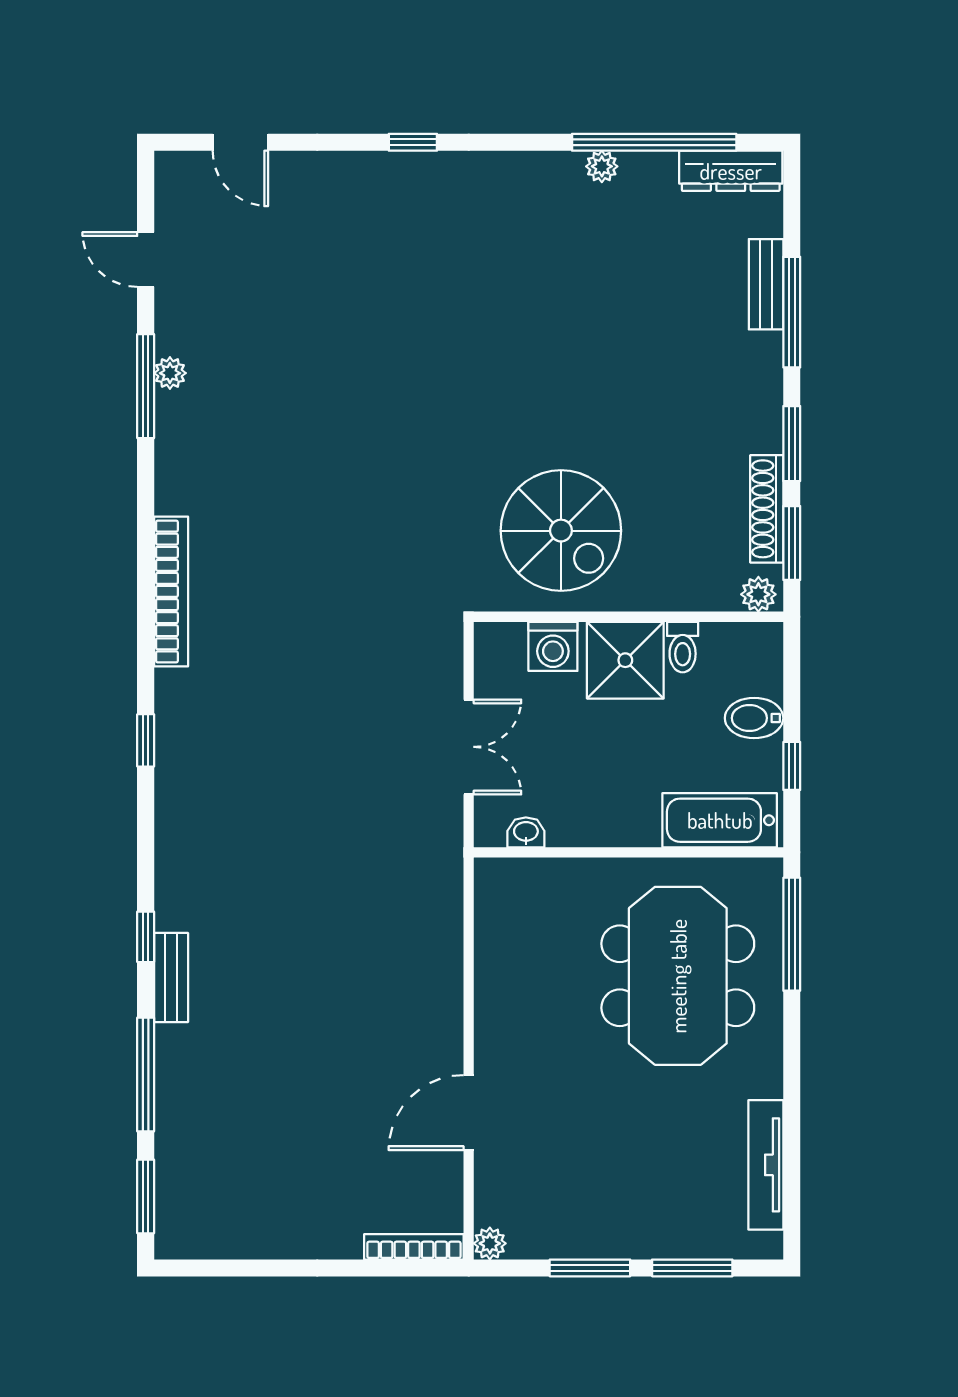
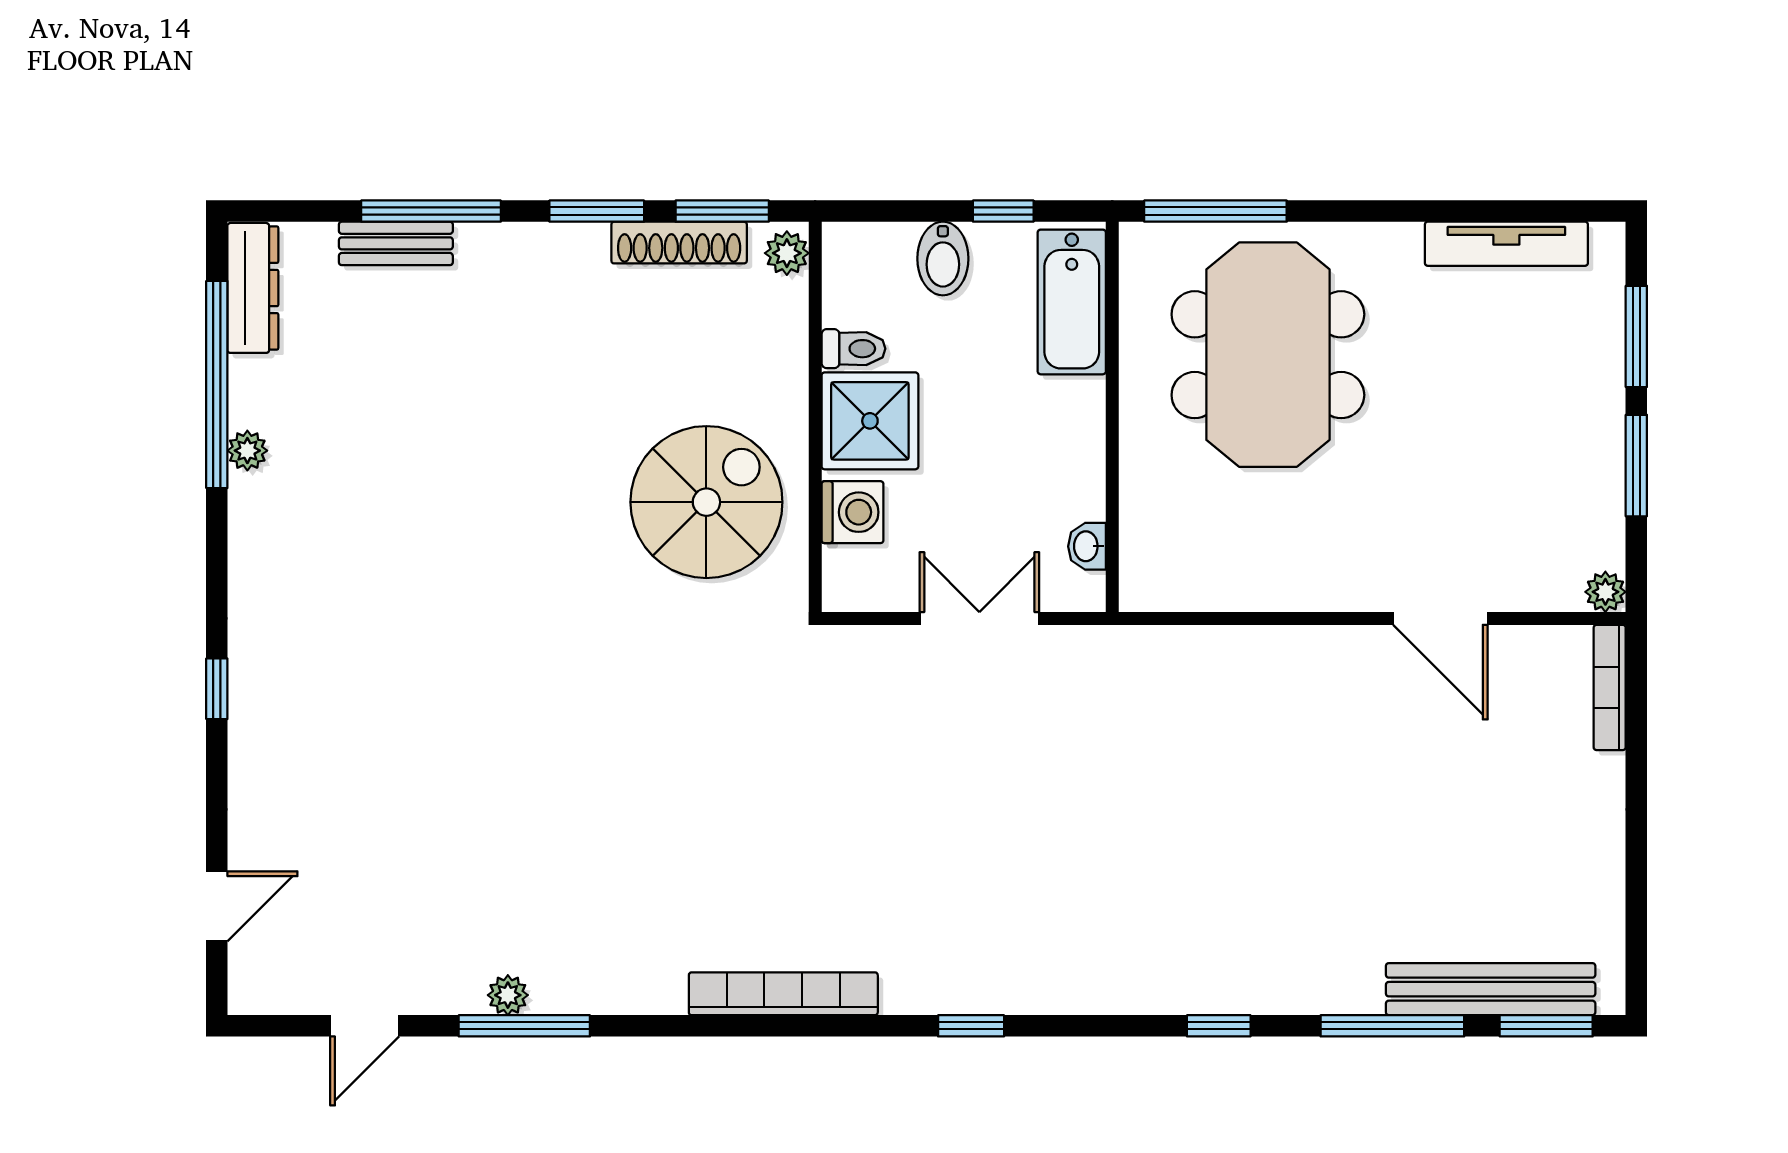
meeting table: (678, 976) -> (1268, 355), turned 90
bench: (171, 978) -> (1491, 989), moved, width x1.86, depth x1.21

